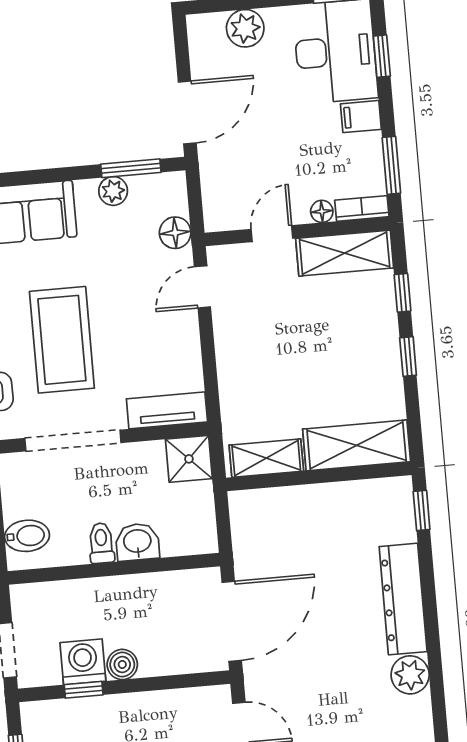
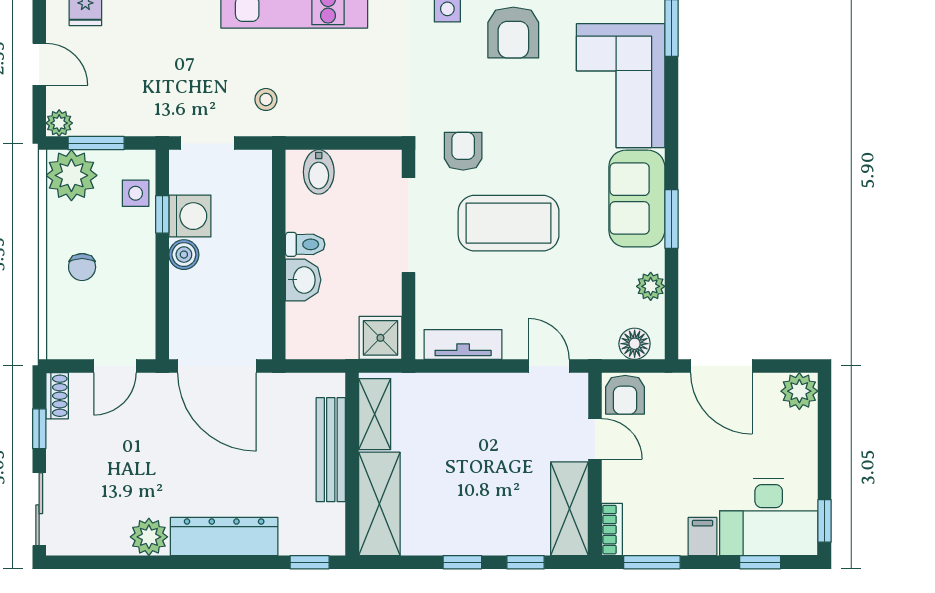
plant: (245, 28) -> (799, 391), moved
window: (131, 168) -> (671, 219), moved
armchair: (225, 207) -> (625, 395), added
floor lamp: (322, 211) -> (613, 490), removed
floor lamp: (175, 233) -> (635, 344), moved
tv unit: (167, 410) -> (463, 344), moved, turned -90
bench: (306, 499) -> (331, 450), added
side table: (65, 719) -> (136, 193), added

